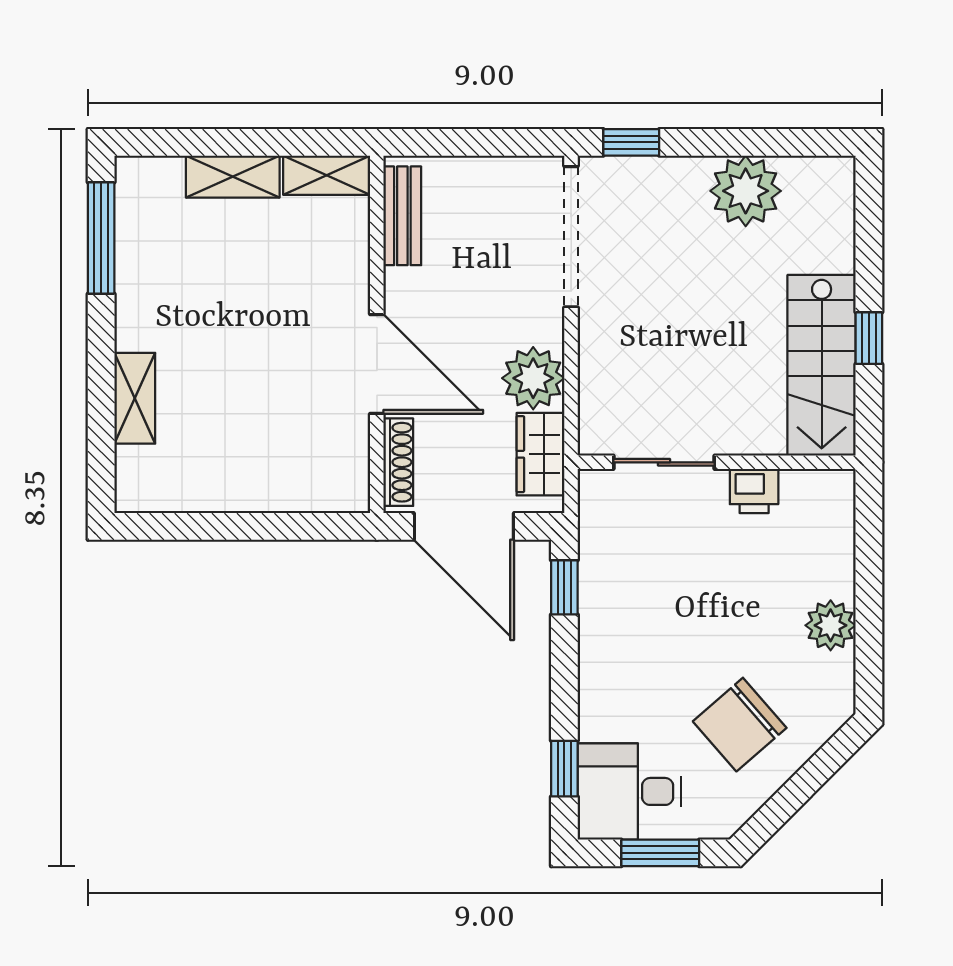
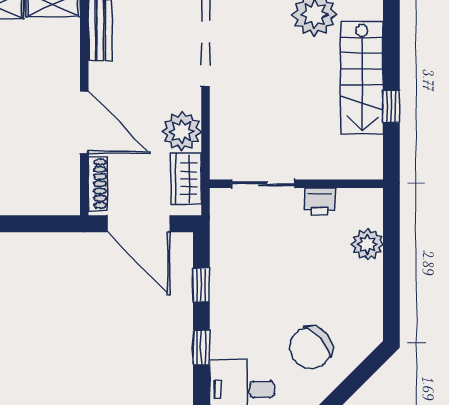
stairs: (822, 365) -> (362, 78), moved
window: (564, 587) -> (201, 285), moved
plant: (831, 625) -> (367, 244), moved
window: (564, 769) -> (201, 348), moved

